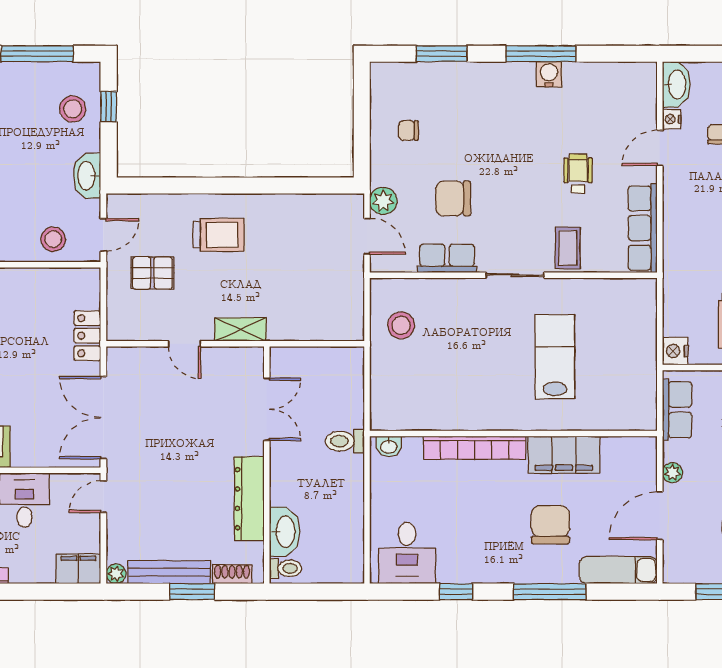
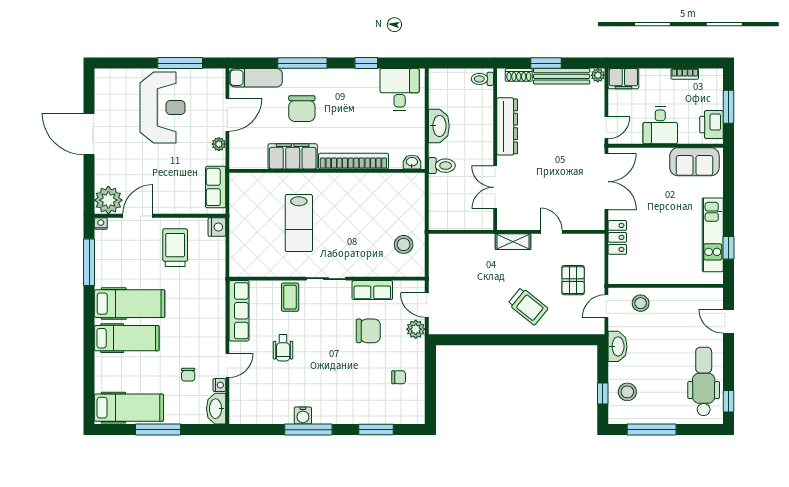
trolley: (219, 235) -> (528, 306), turned -141
pallet: (152, 273) -> (573, 280), turned 90
washbasin: (285, 532) -> (439, 126), moved, turned 180

